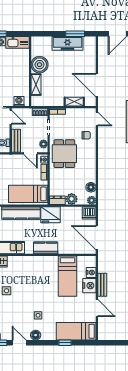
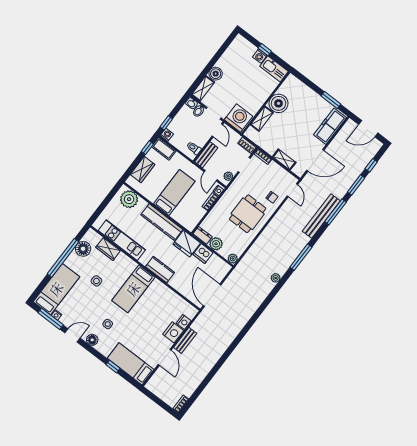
freezer: (68, 43) -> (330, 126), moved, turned 90
door: (97, 85) -> (315, 160), swing flipped
washing machine: (19, 101) -> (239, 118), width x1.89, depth x1.89
dining table: (64, 154) -> (248, 214), moved
floor lamp: (91, 187) -> (241, 247), removed
bed: (28, 194) -> (174, 192), moved, turned 90
dishwasher: (89, 213) -> (203, 254), moved
bed: (67, 276) -> (133, 289), moved
door: (19, 343) -> (72, 335), hinge flipped

